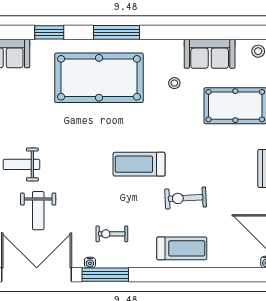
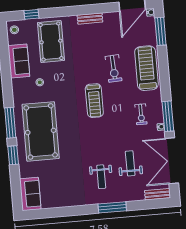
window: (49, 32) -> (13, 155), moved
weight bench: (38, 211) -> (130, 163), turned -90
treadmill: (182, 248) -> (146, 68), width x1.37, depth x1.38
window: (236, 275) -> (160, 31), added

